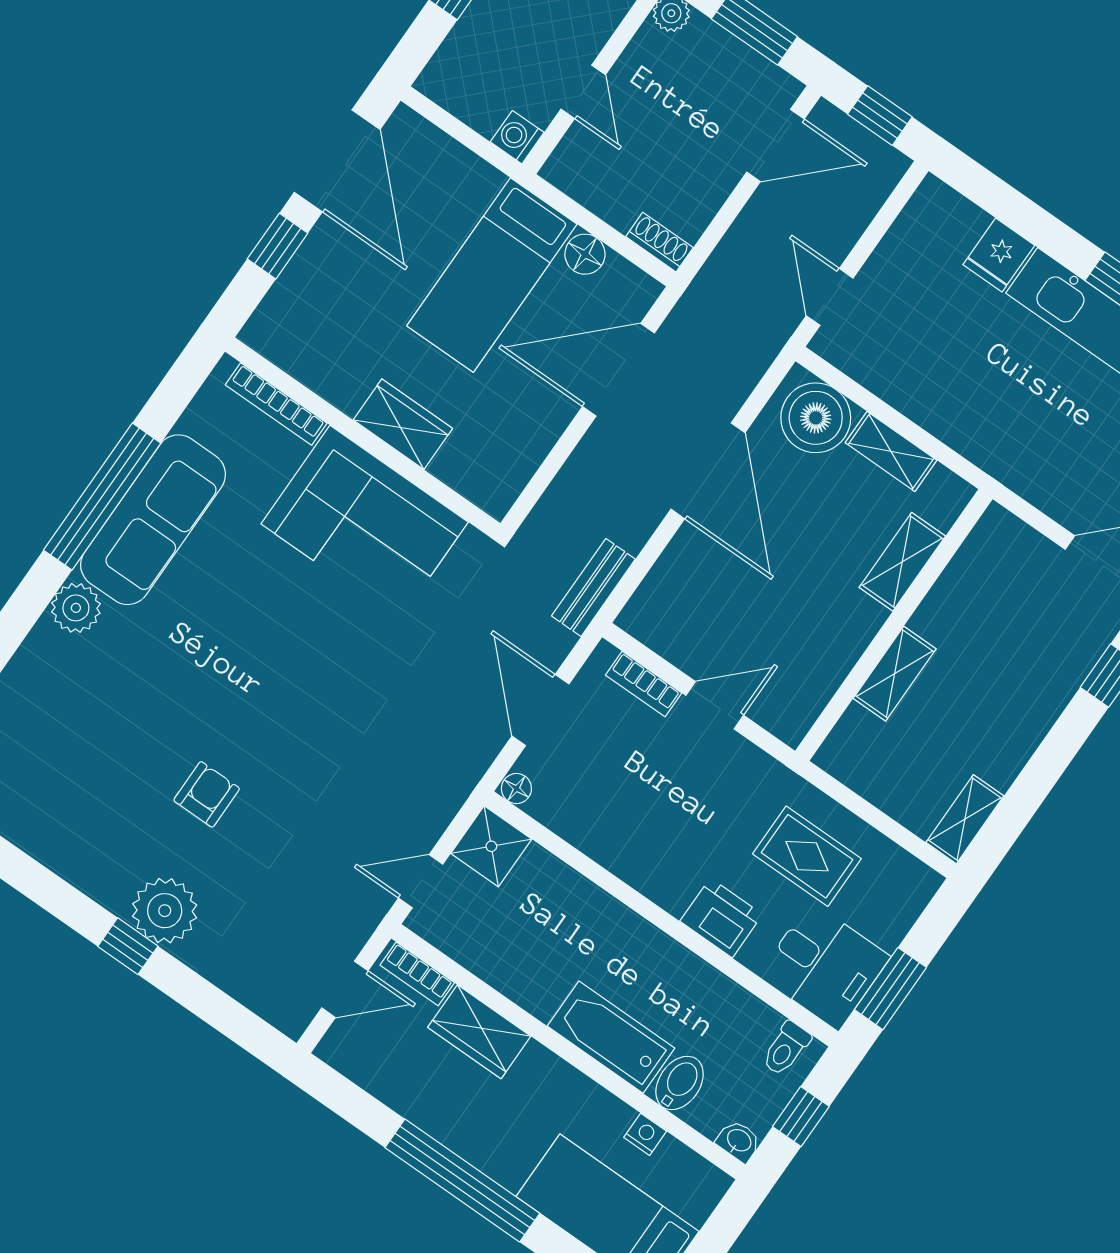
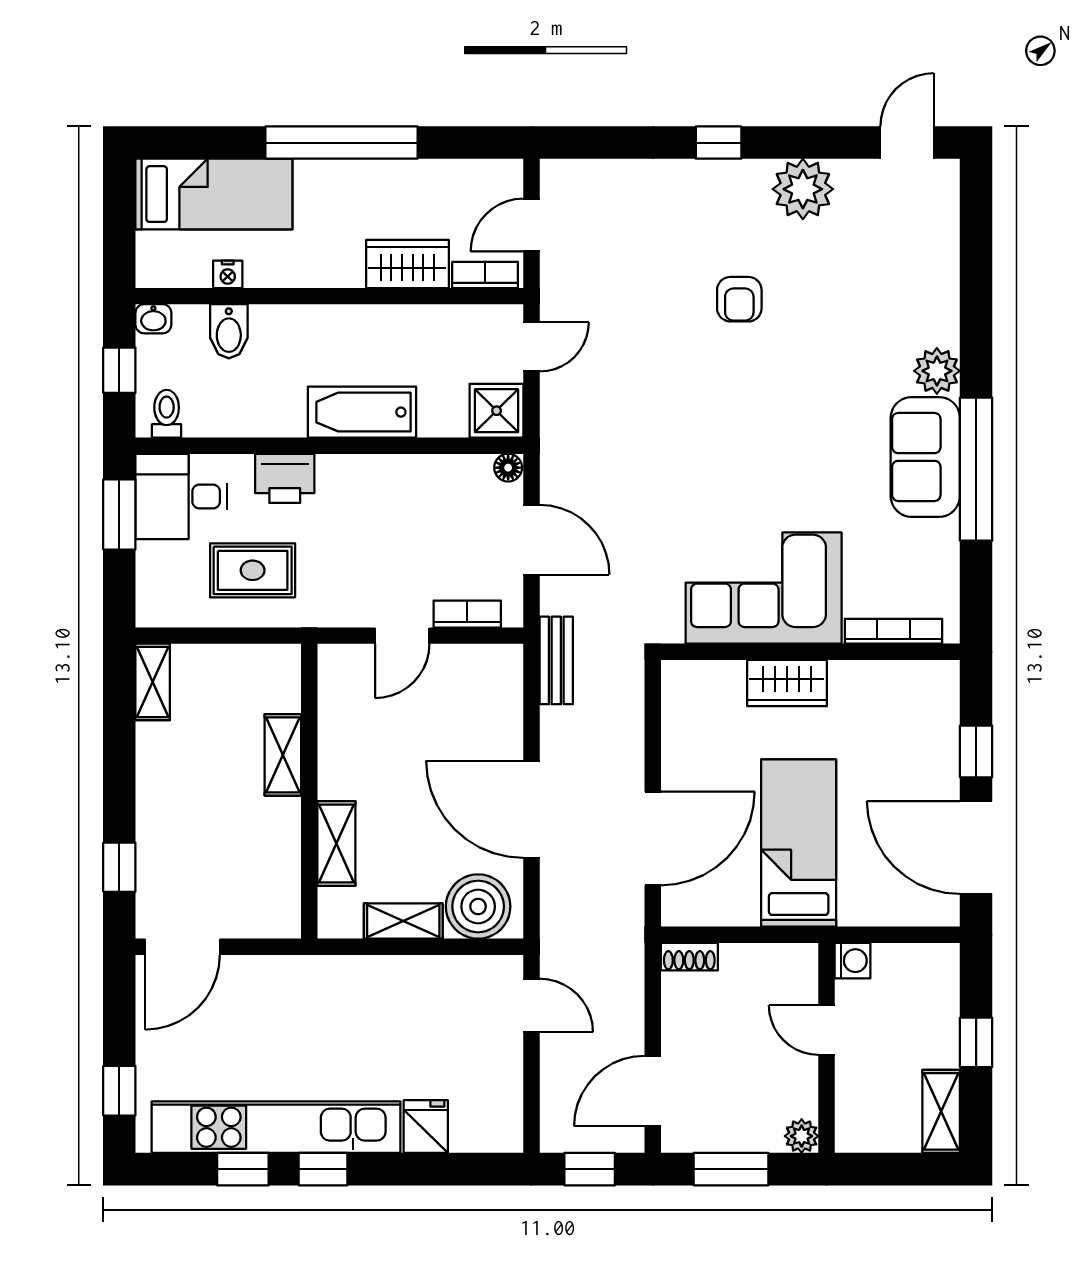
floor lamp: (585, 254) -> (739, 908), removed
sofa: (153, 520) -> (925, 457), width x0.73
plant: (165, 911) -> (803, 189), moved
bathtub: (611, 1037) -> (362, 412), moved, turned 180

